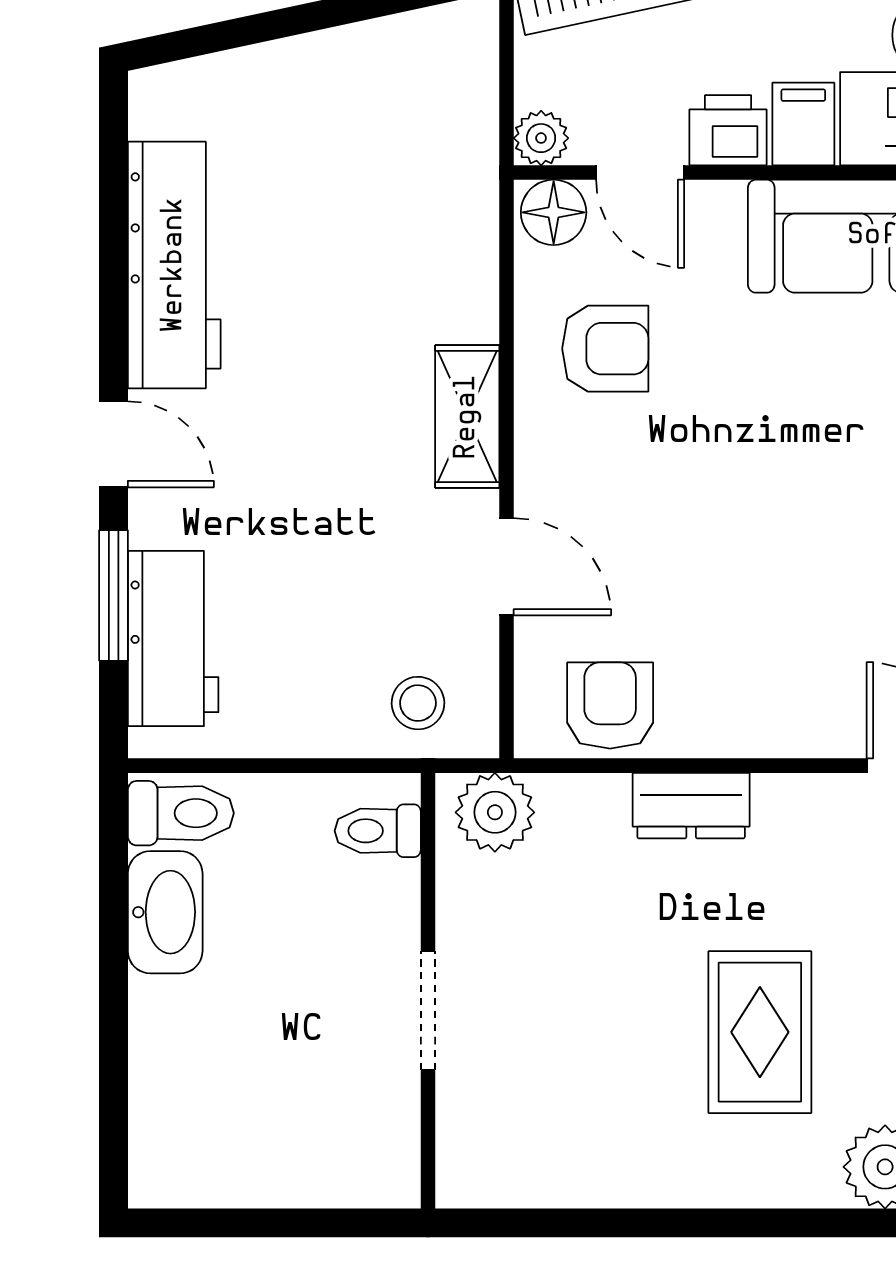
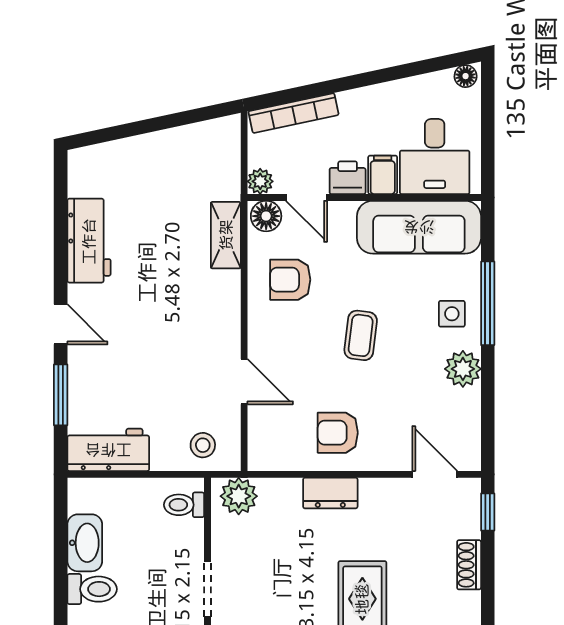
workbench: (174, 265) -> (89, 241), width x0.73
armchair: (605, 349) -> (290, 280), turned 180
shelving: (467, 417) -> (226, 235), moved
coffee table: (756, 468) -> (361, 335), added
workbench: (173, 639) -> (108, 450), moved, turned -90
armchair: (610, 705) -> (338, 433), moved, turned -90
toilet: (181, 813) -> (92, 589), moved

